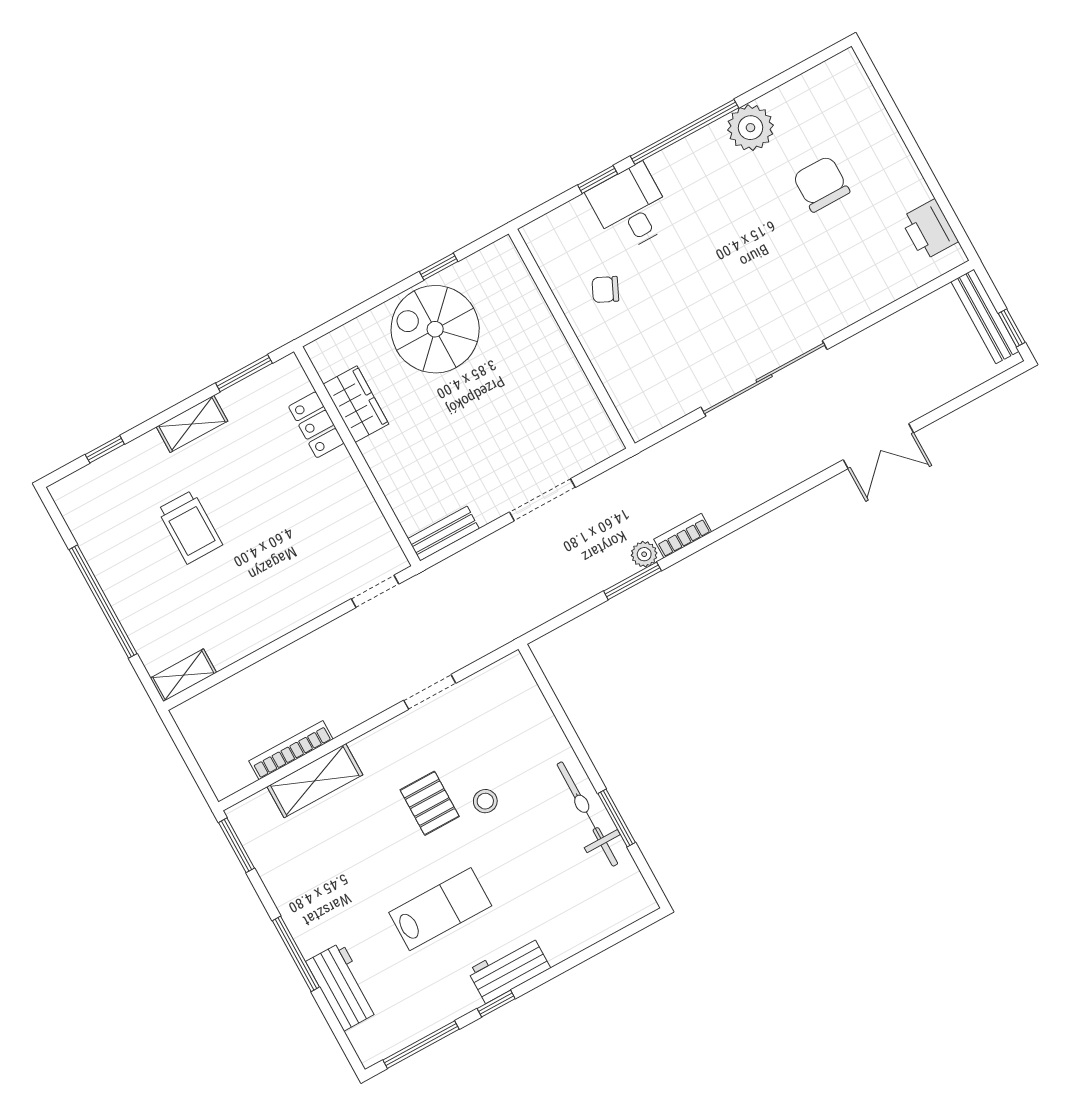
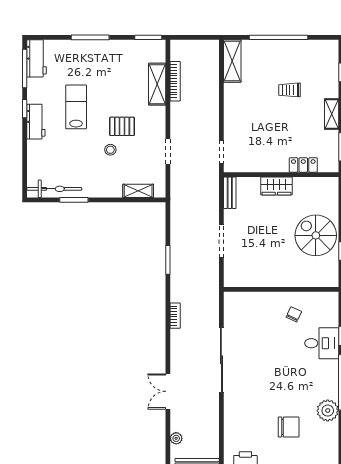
spiral stairs: (435, 329) -> (316, 235), turned -90
wardrobe: (356, 404) -> (276, 186), moved
trolley: (190, 527) -> (290, 90), width x0.73, depth x0.72
bookcase: (683, 536) -> (175, 316), moved
plant: (644, 554) -> (176, 438), moved
shelving: (183, 675) -> (232, 61), width x1.50, depth x1.33
shelving: (534, 707) -> (138, 191), added
bicycle: (587, 814) -> (54, 189), moved
lab bench: (440, 909) -> (76, 107), turned 180
workbench: (343, 986) -> (37, 58), moved, turned -90

